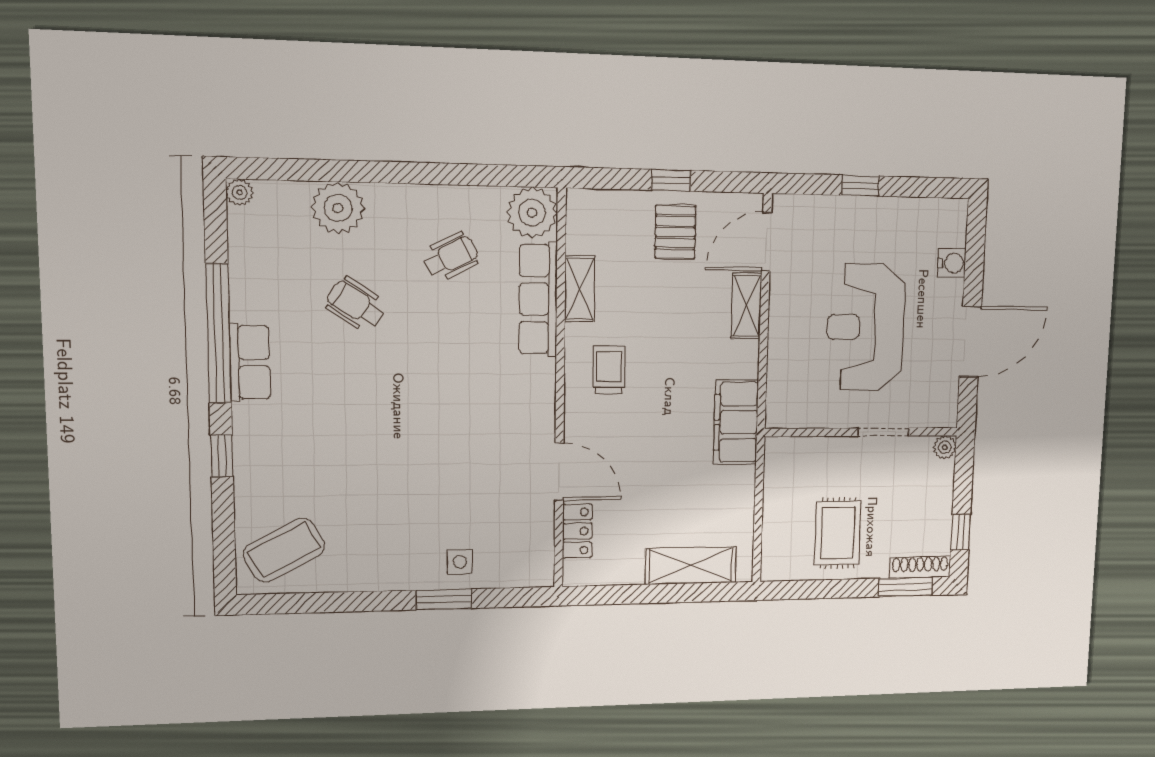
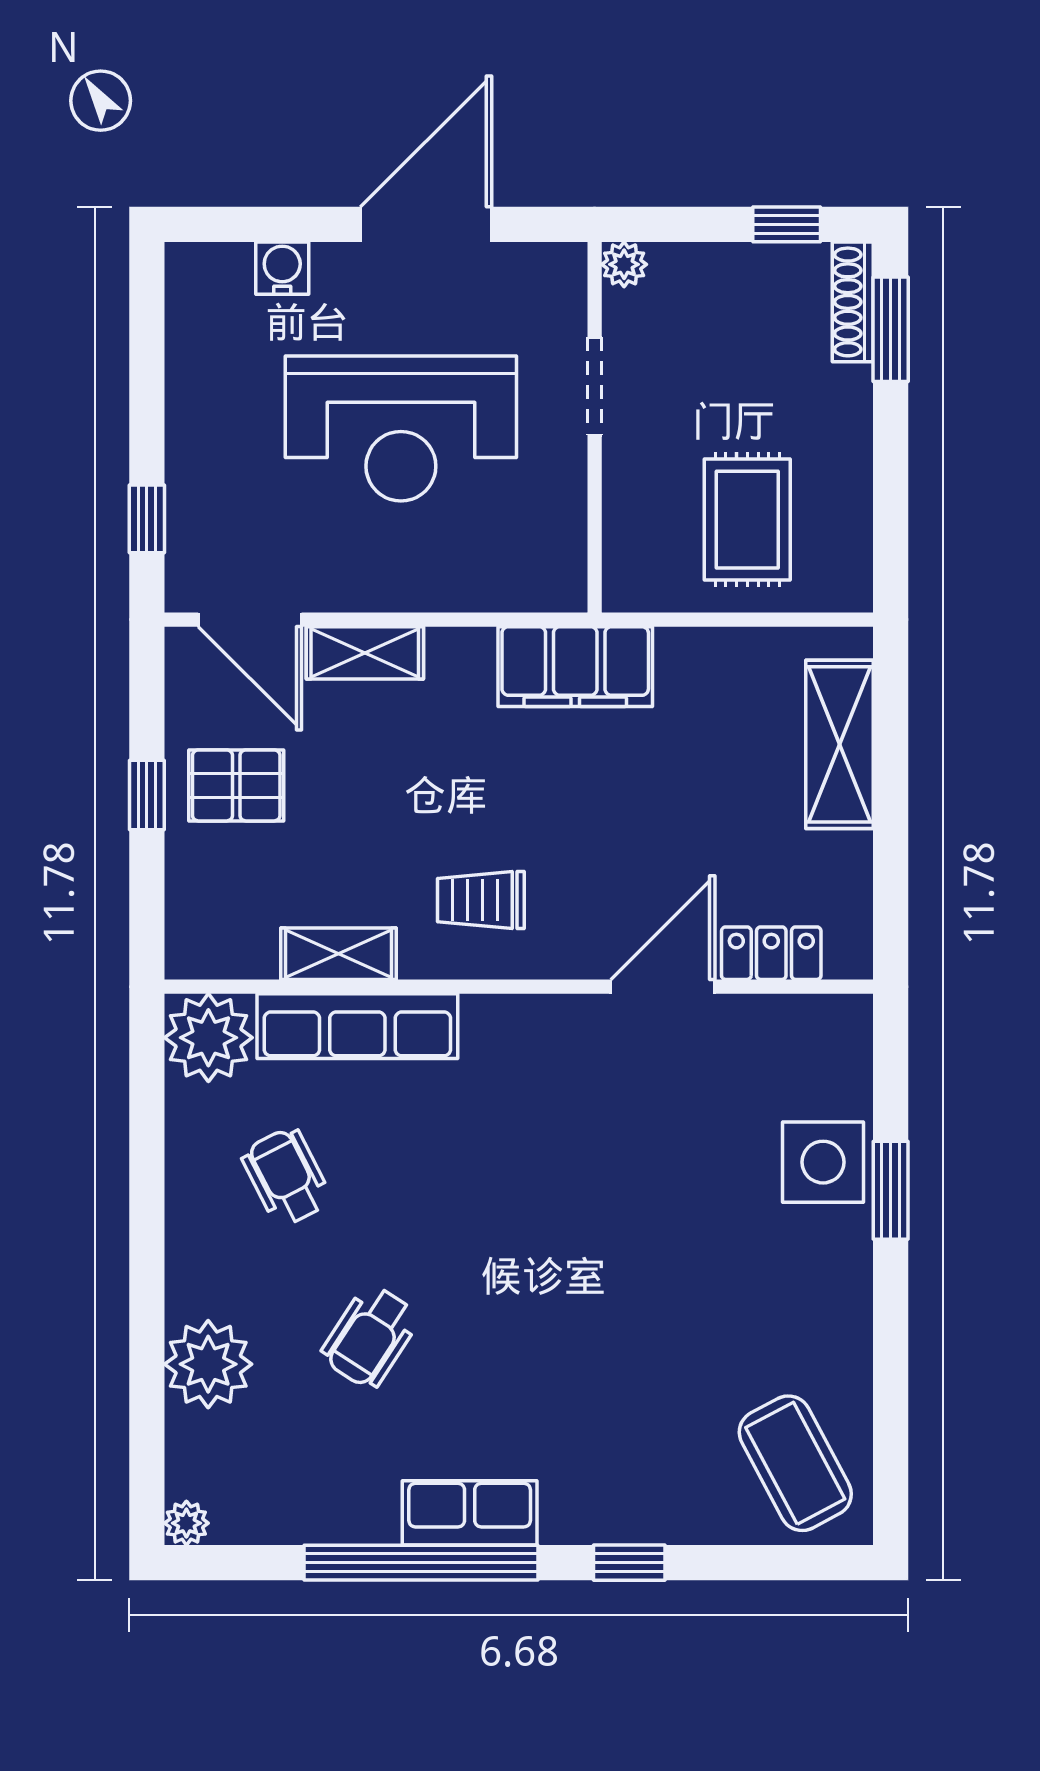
window: (861, 186) -> (147, 519), moved
door: (970, 342) -> (426, 224), hinge flipped
rug: (838, 533) -> (747, 520), moved, turned 90
side table: (460, 562) -> (823, 1162), width x1.87, depth x1.87

